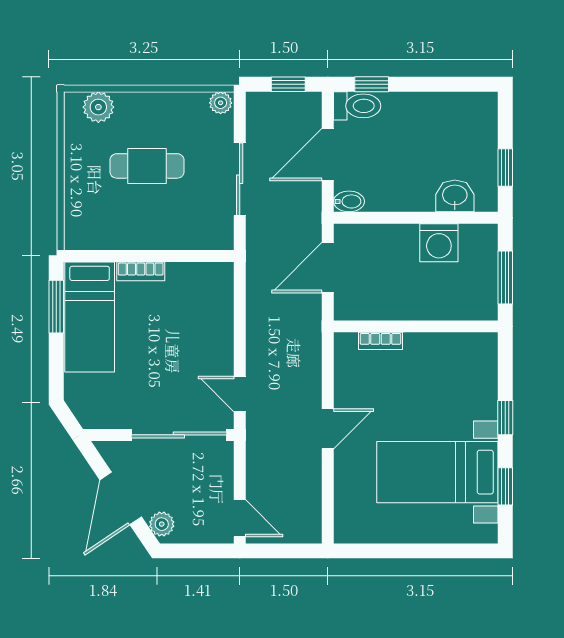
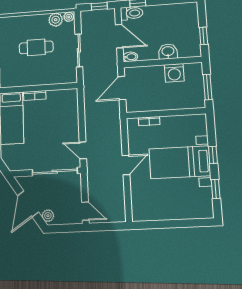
plant: (98, 107) -> (56, 20), moved
door: (328, 155) -> (119, 36), swing flipped
washbasin: (455, 196) -> (168, 52), moved
bed with nightstands: (437, 472) -> (180, 162), moved

